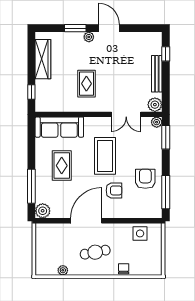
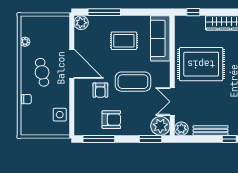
rug: (86, 84) -> (201, 64), width x1.86, depth x2.06
plant: (157, 122) -> (160, 126), width x1.87, depth x1.87

